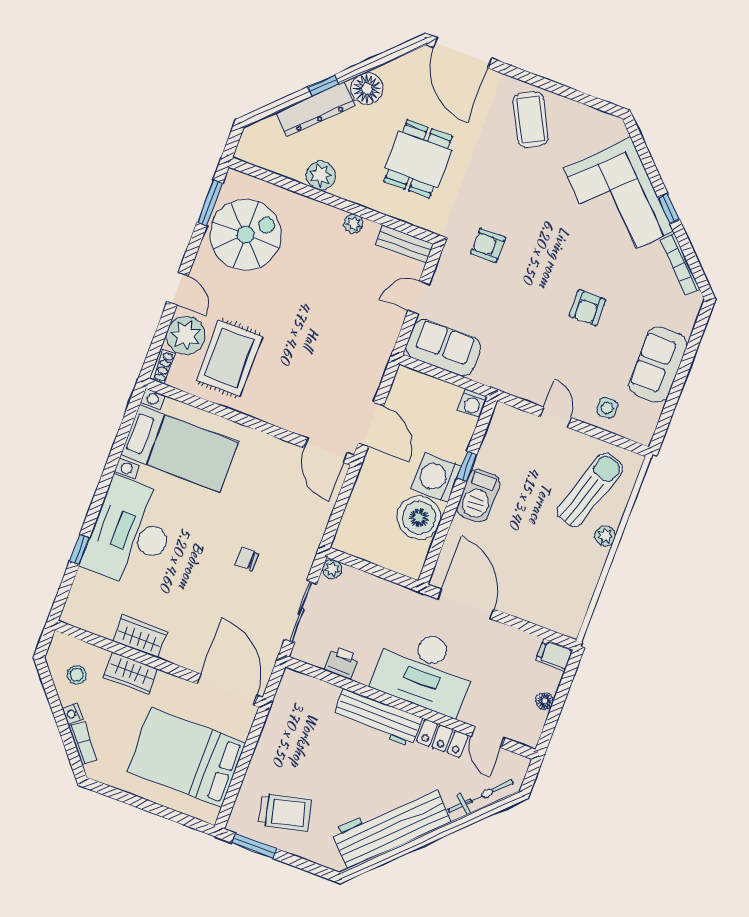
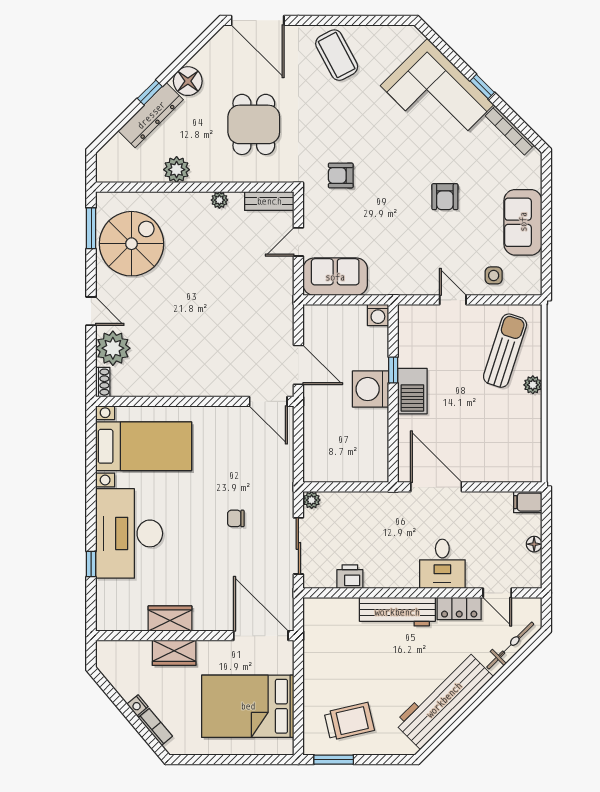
rug: (229, 358) -> (157, 354), removed
boiler: (419, 518) -> (369, 429), removed
desk: (425, 670) -> (442, 564), width x0.53, depth x0.77
stool: (77, 675) -> (128, 671), removed

